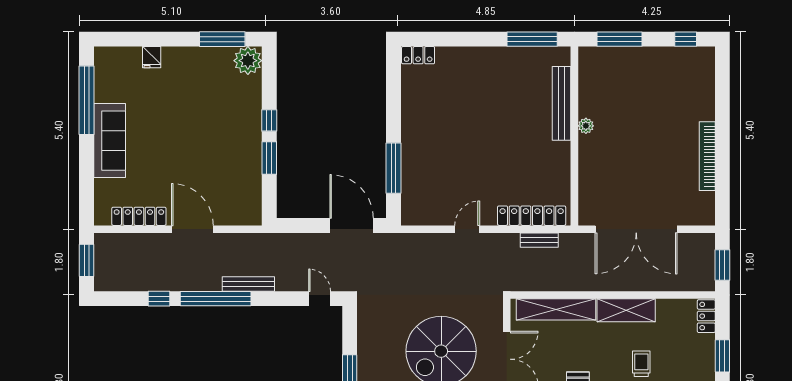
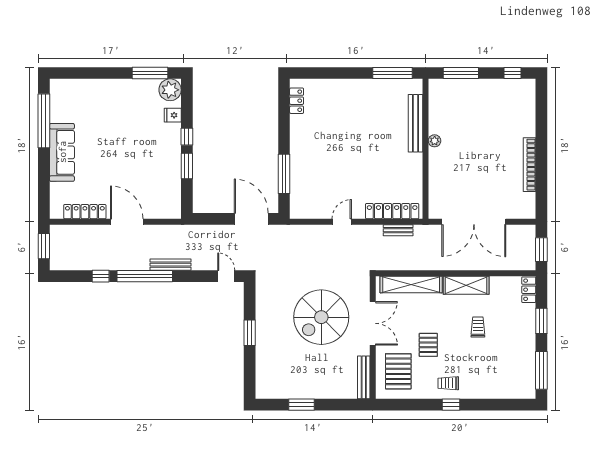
locker: (418, 55) -> (297, 101), moved, turned -90
fridge: (152, 57) -> (173, 115), moved, turned 90

